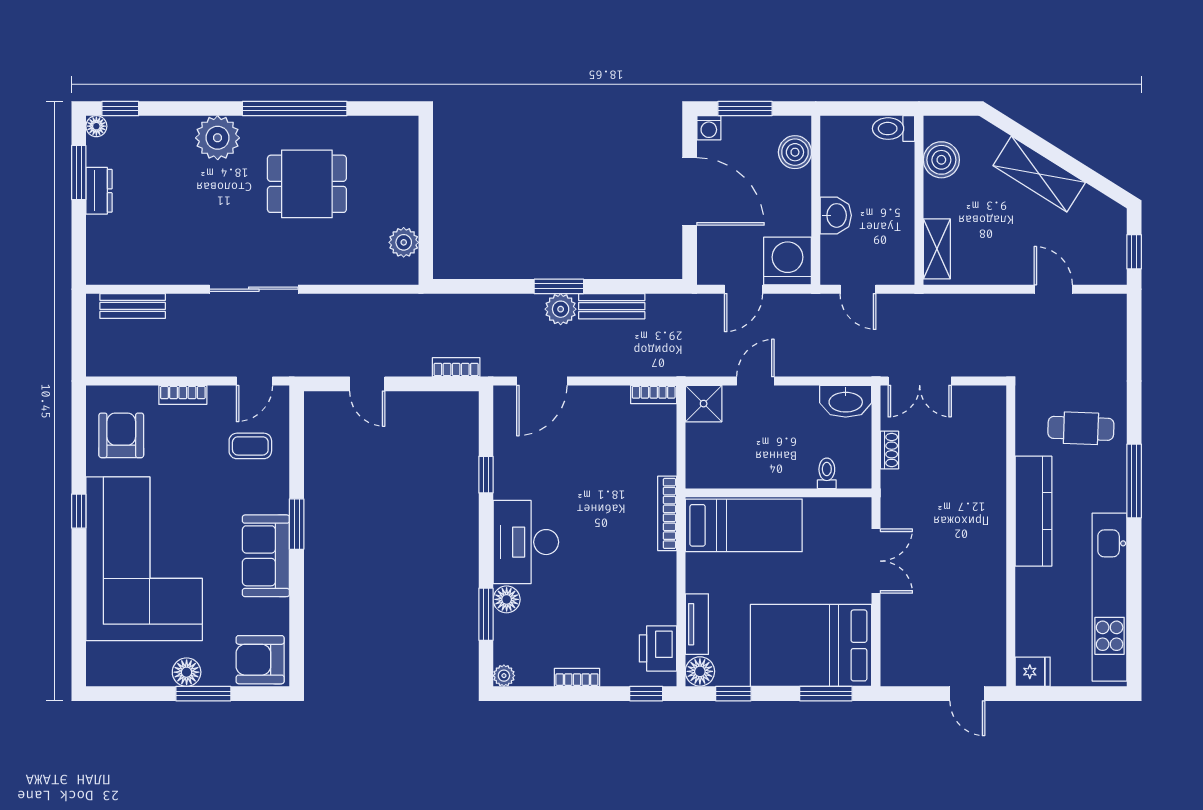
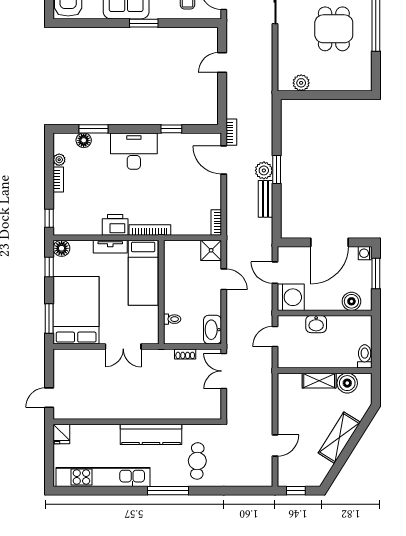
shelving: (937, 249) -> (319, 381), moved
bookcase: (456, 367) -> (231, 132), moved
floor lamp: (507, 599) -> (84, 140), moved
tv unit: (697, 624) -> (110, 247), moved
printer: (658, 648) -> (115, 225), moved
plant: (504, 676) -> (59, 160), moved

